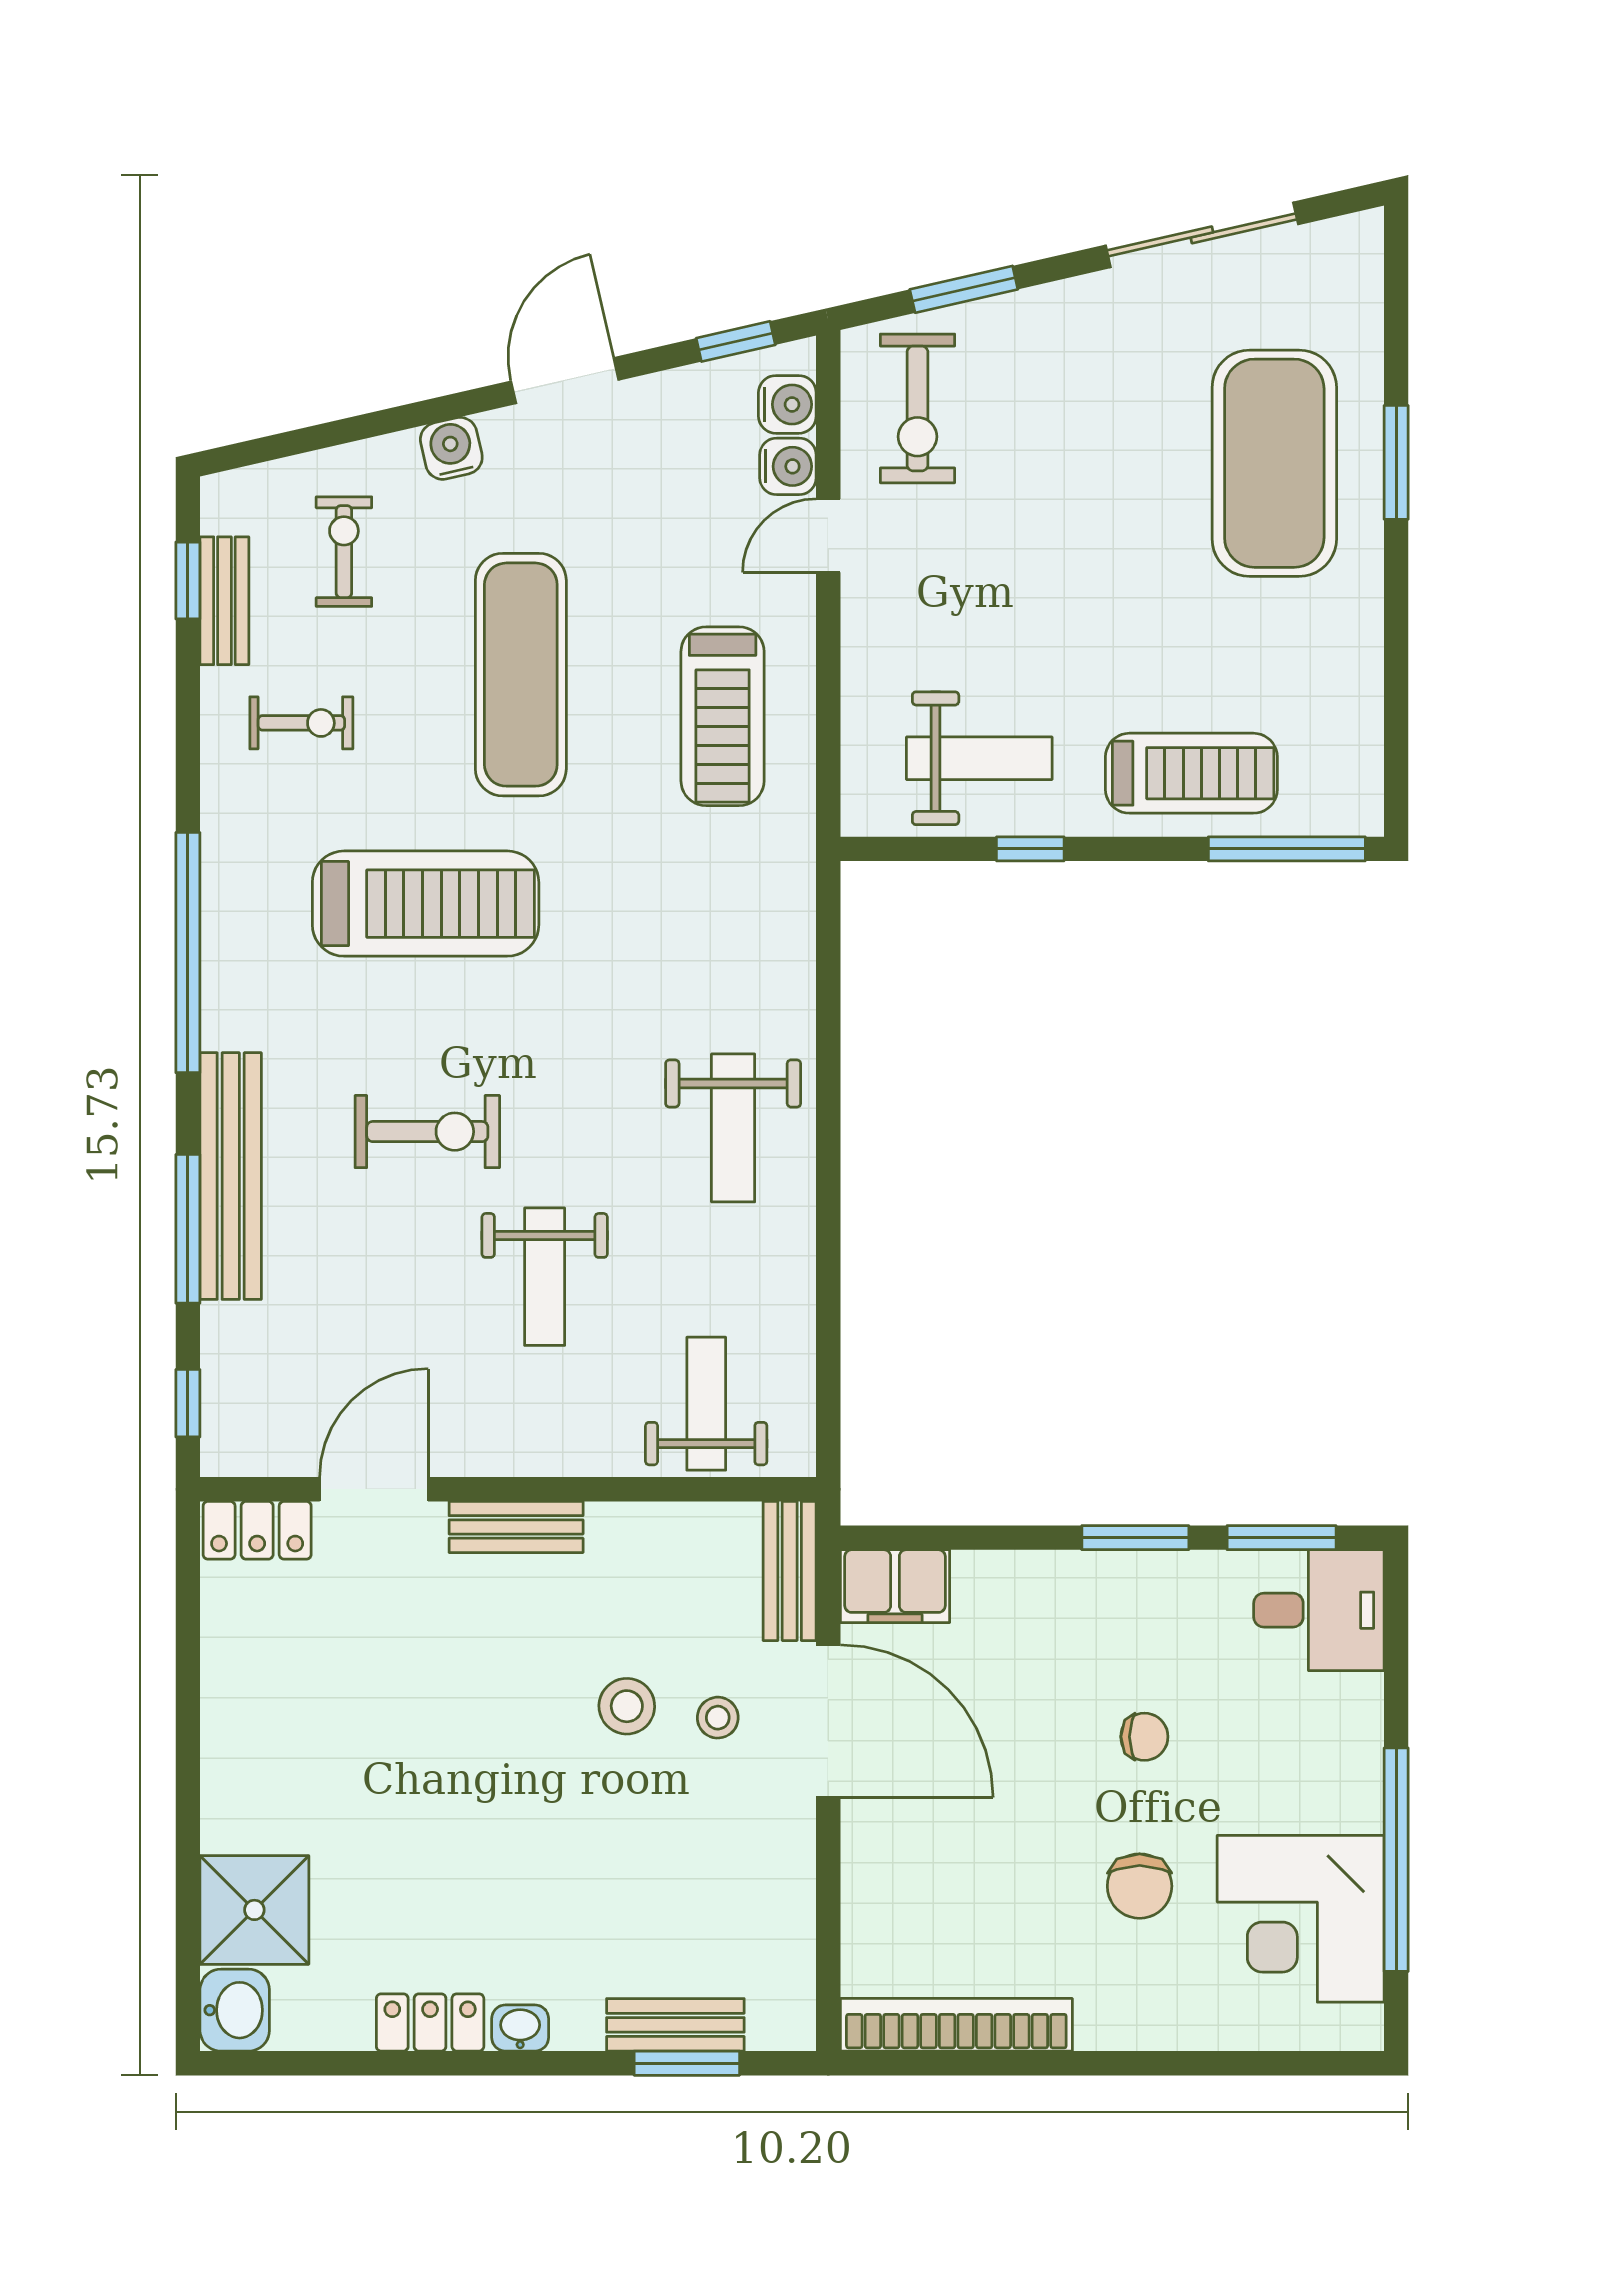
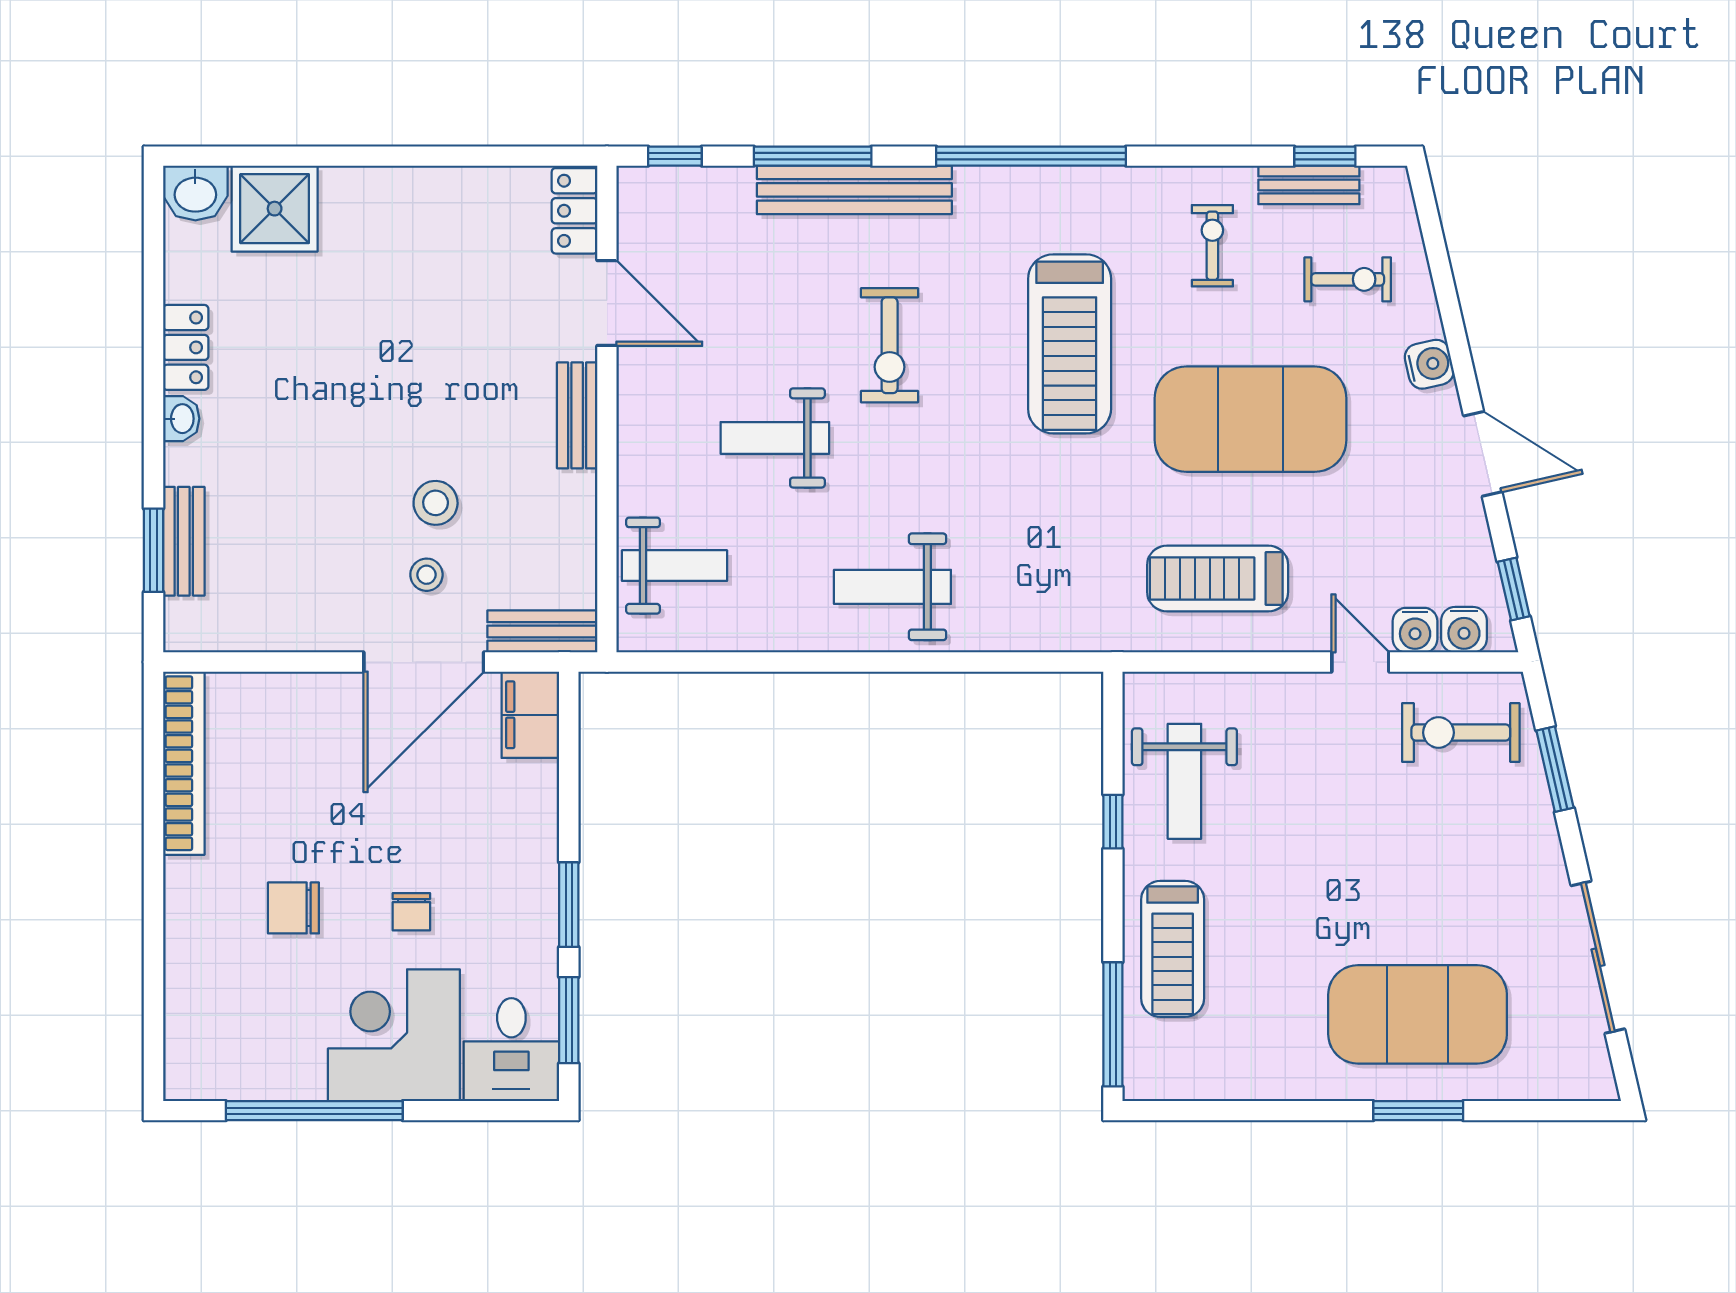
exercise mat: (521, 675) -> (1251, 419), width x1.47
exercise bike: (301, 723) -> (1212, 246), turned 180
corner desk: (1301, 1919) -> (394, 1035), moved

